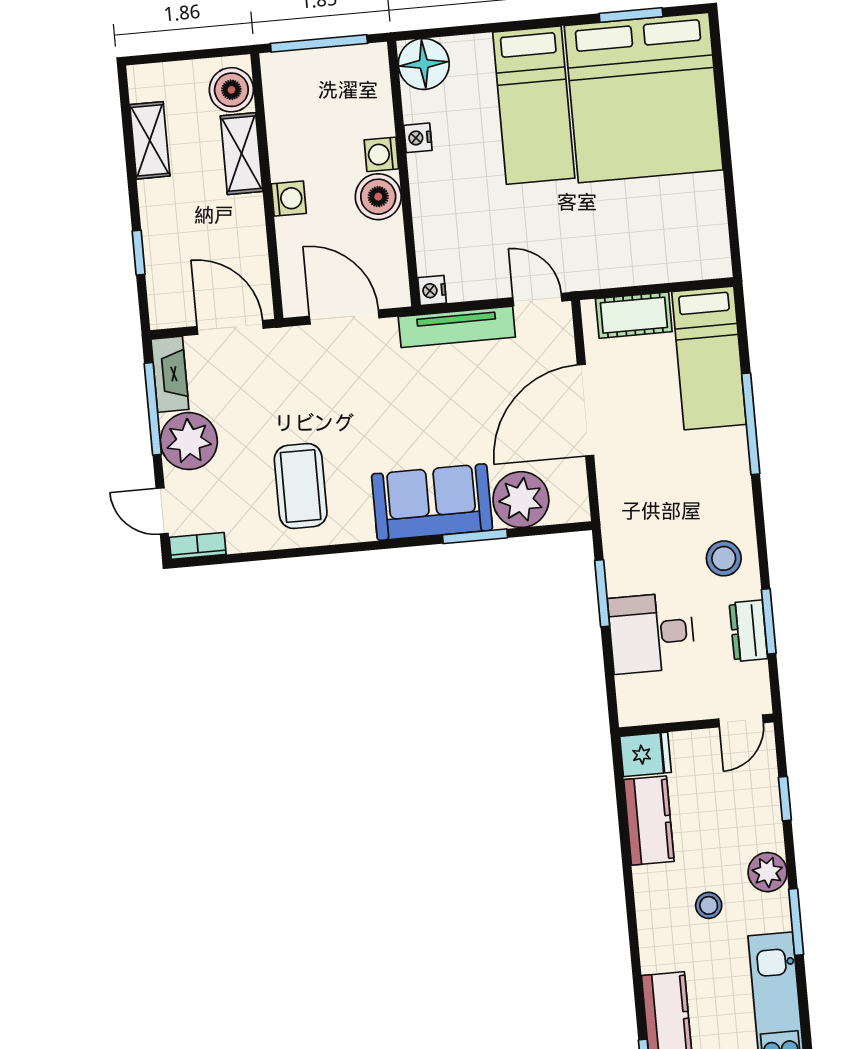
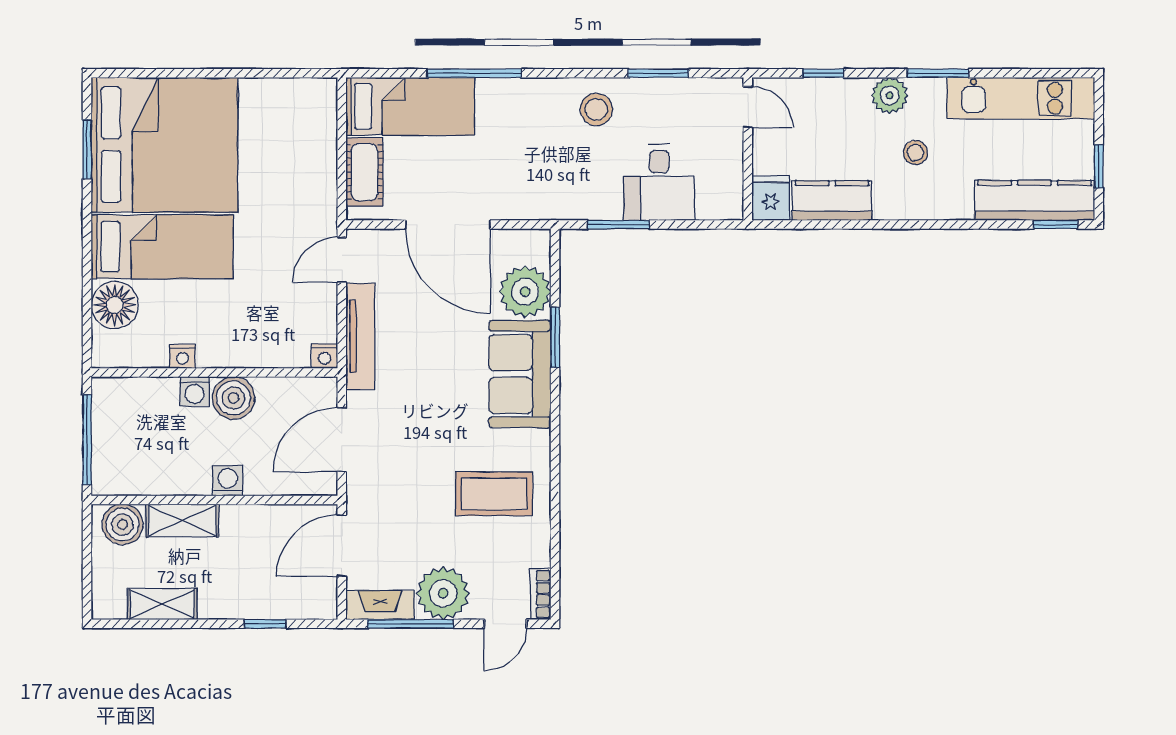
floor lamp: (424, 64) -> (115, 305), moved
dresser: (748, 631) -> (665, 93), removed

